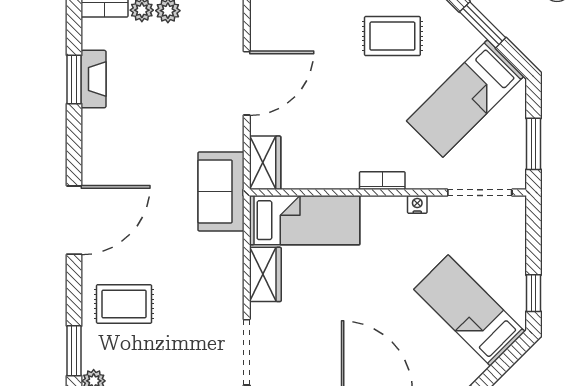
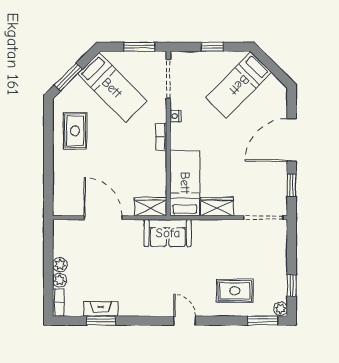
door: (74, 220) -> (185, 321), width x0.53
window: (534, 293) -> (212, 47), moved
rug: (124, 304) -> (235, 291), turned 90

